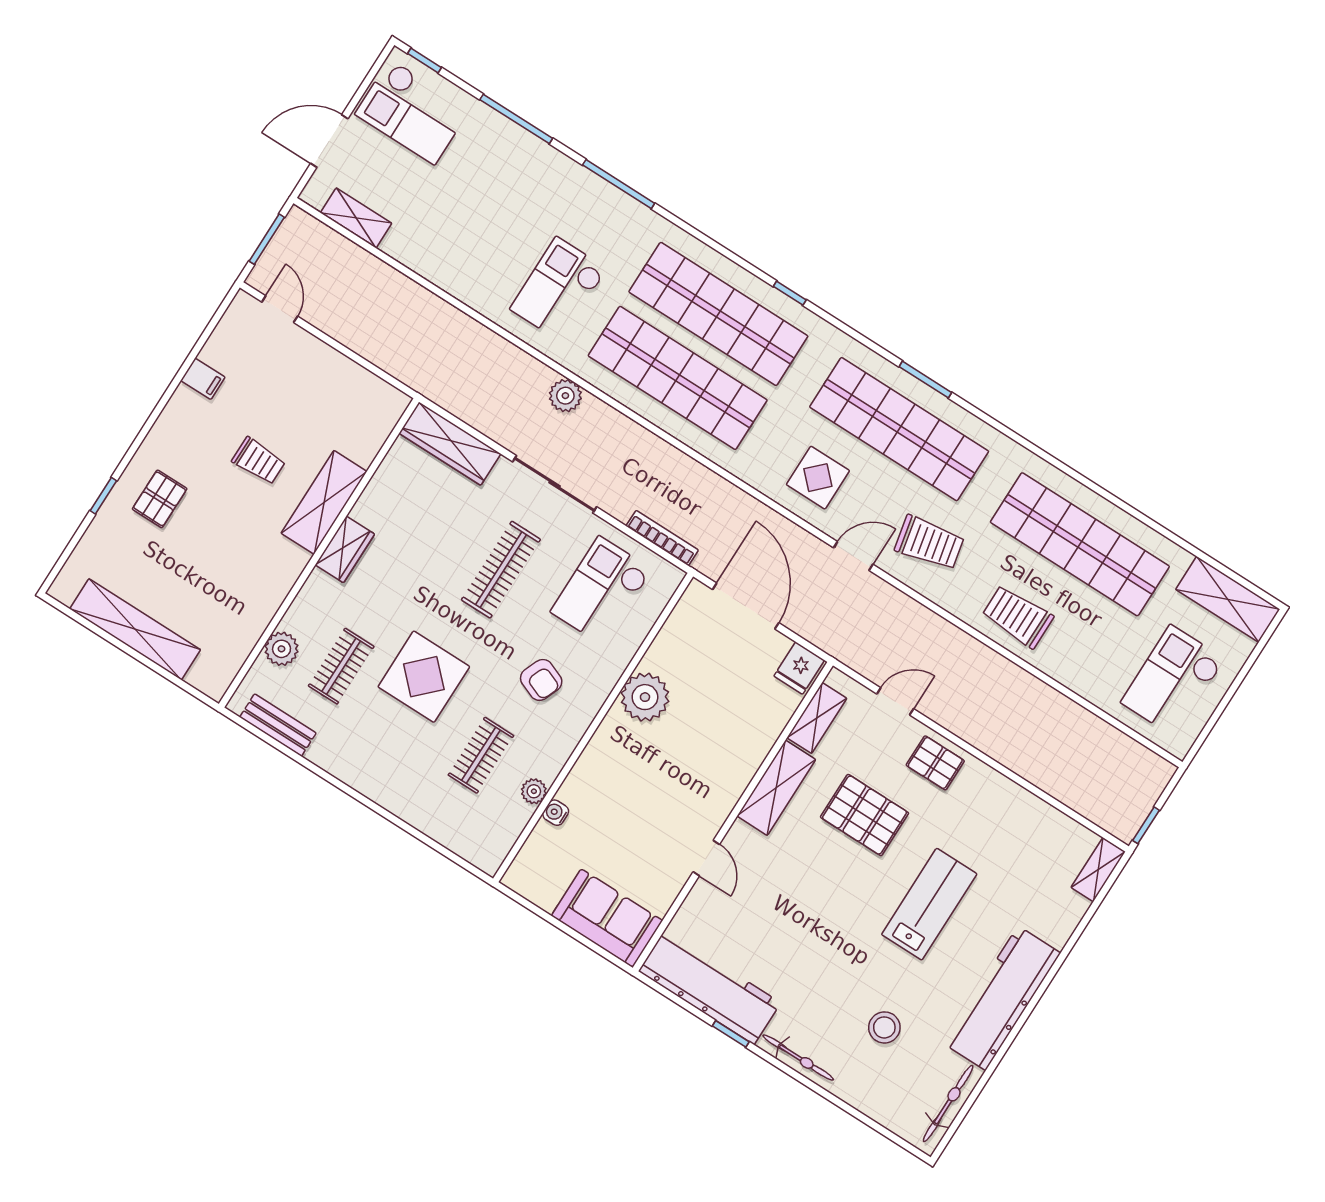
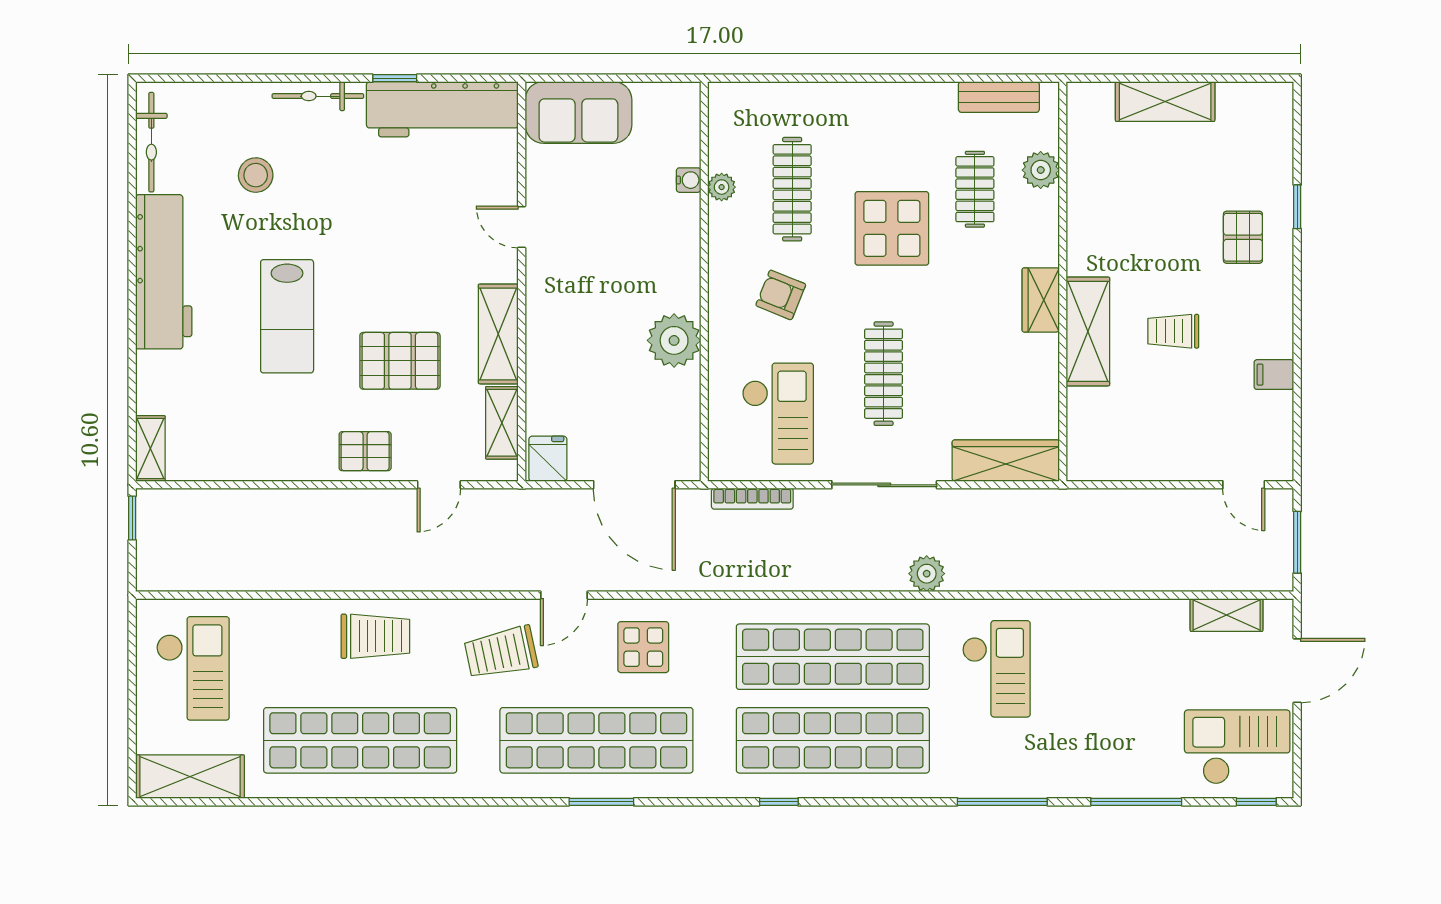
shelving: (135, 629) -> (1165, 101), width x0.68
clothes rail: (481, 755) -> (792, 189), width x1.36

